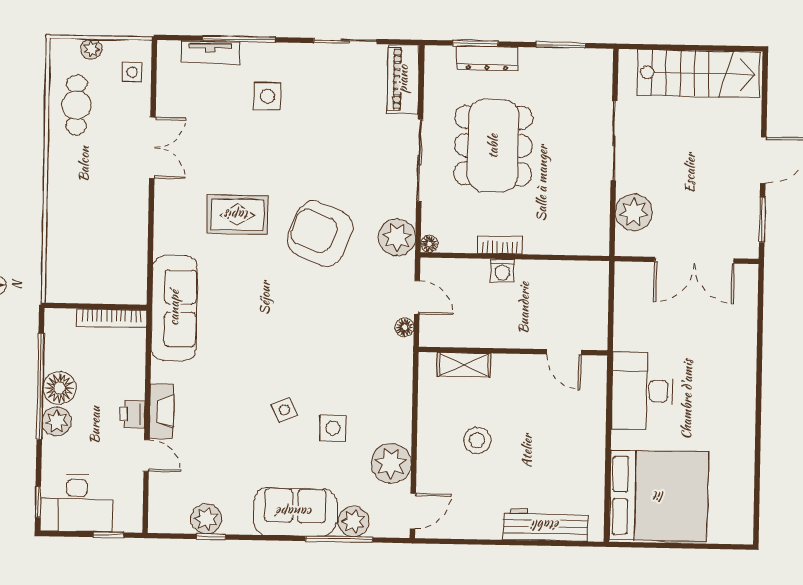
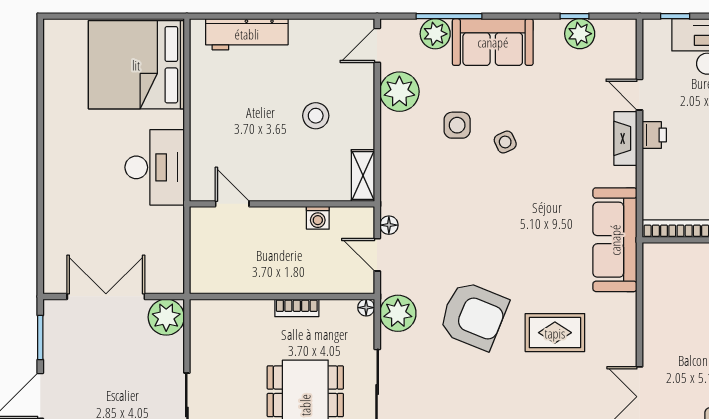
plant: (634, 212) -> (166, 317), moved
washing machine: (502, 271) -> (318, 218), moved, turned 180
shelving: (464, 365) -> (363, 175), moved, turned 90

